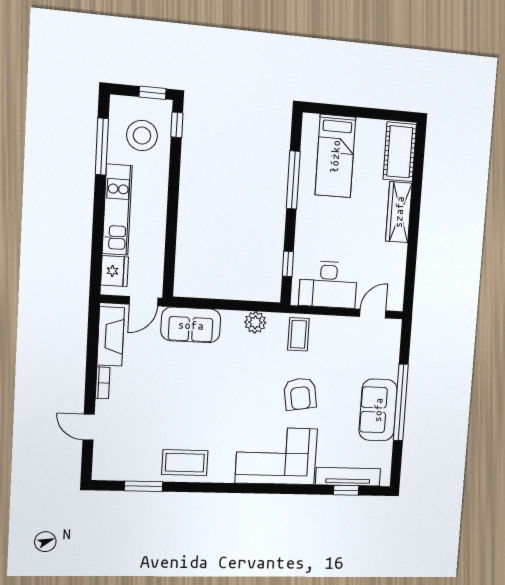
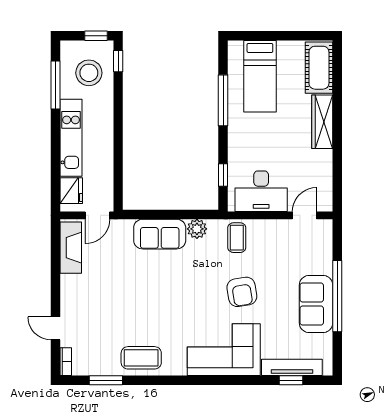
sofa: (191, 325) -> (160, 234), moved
bookcase: (103, 383) -> (66, 362), moved

